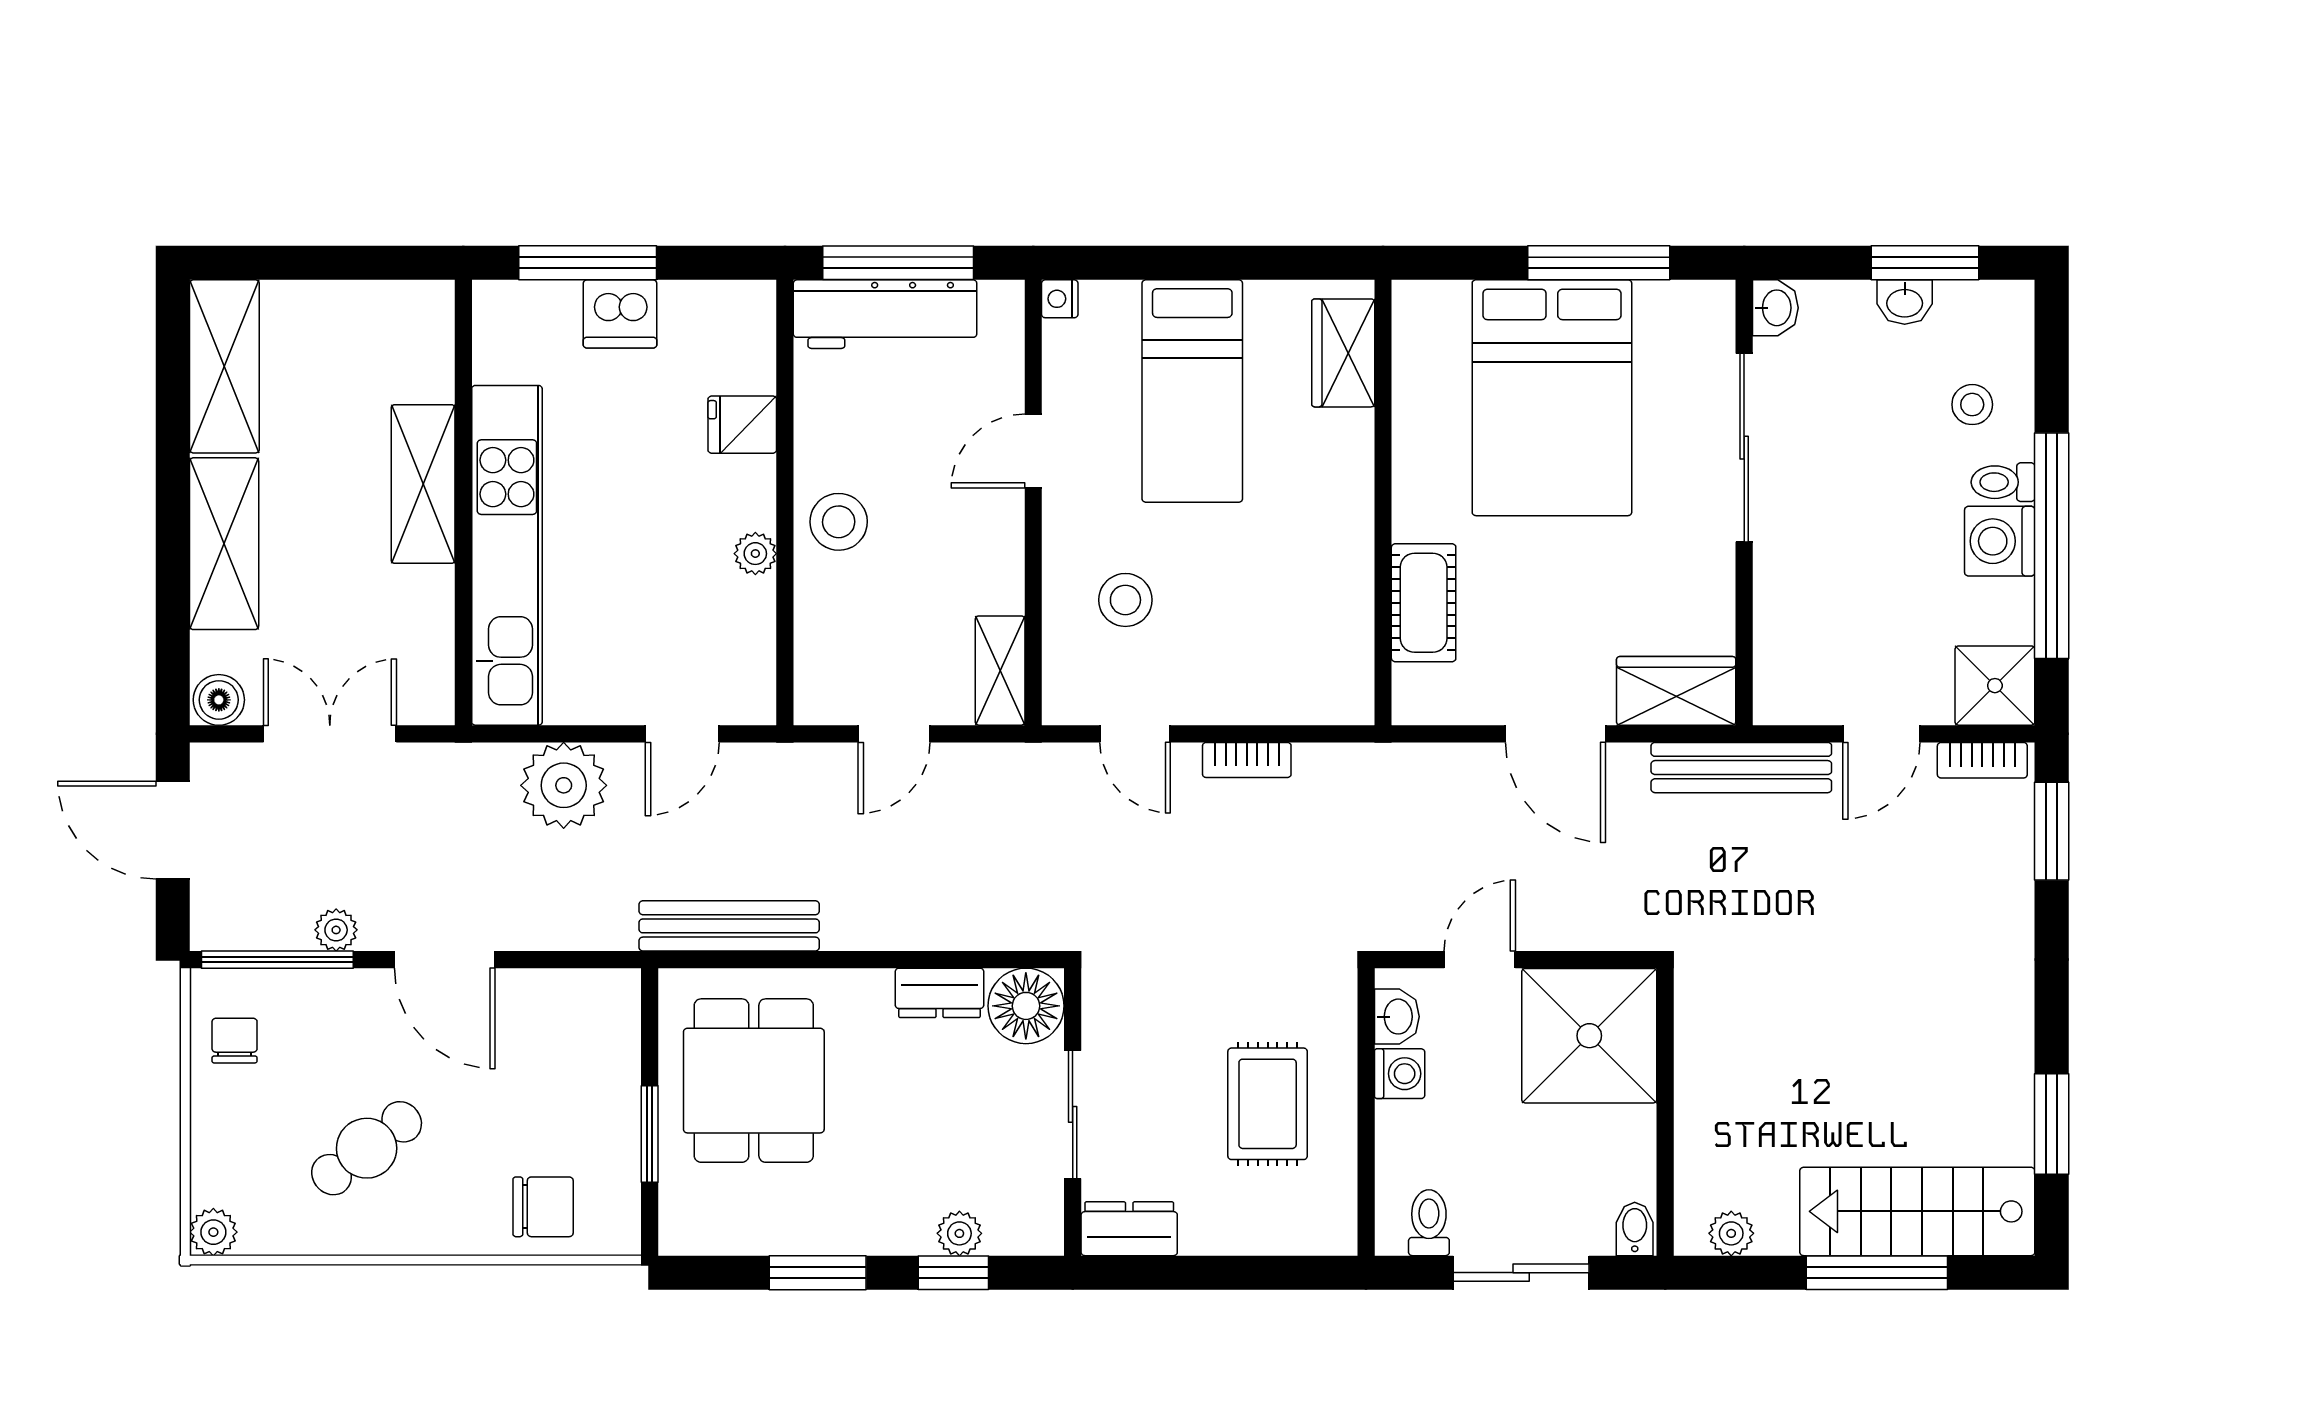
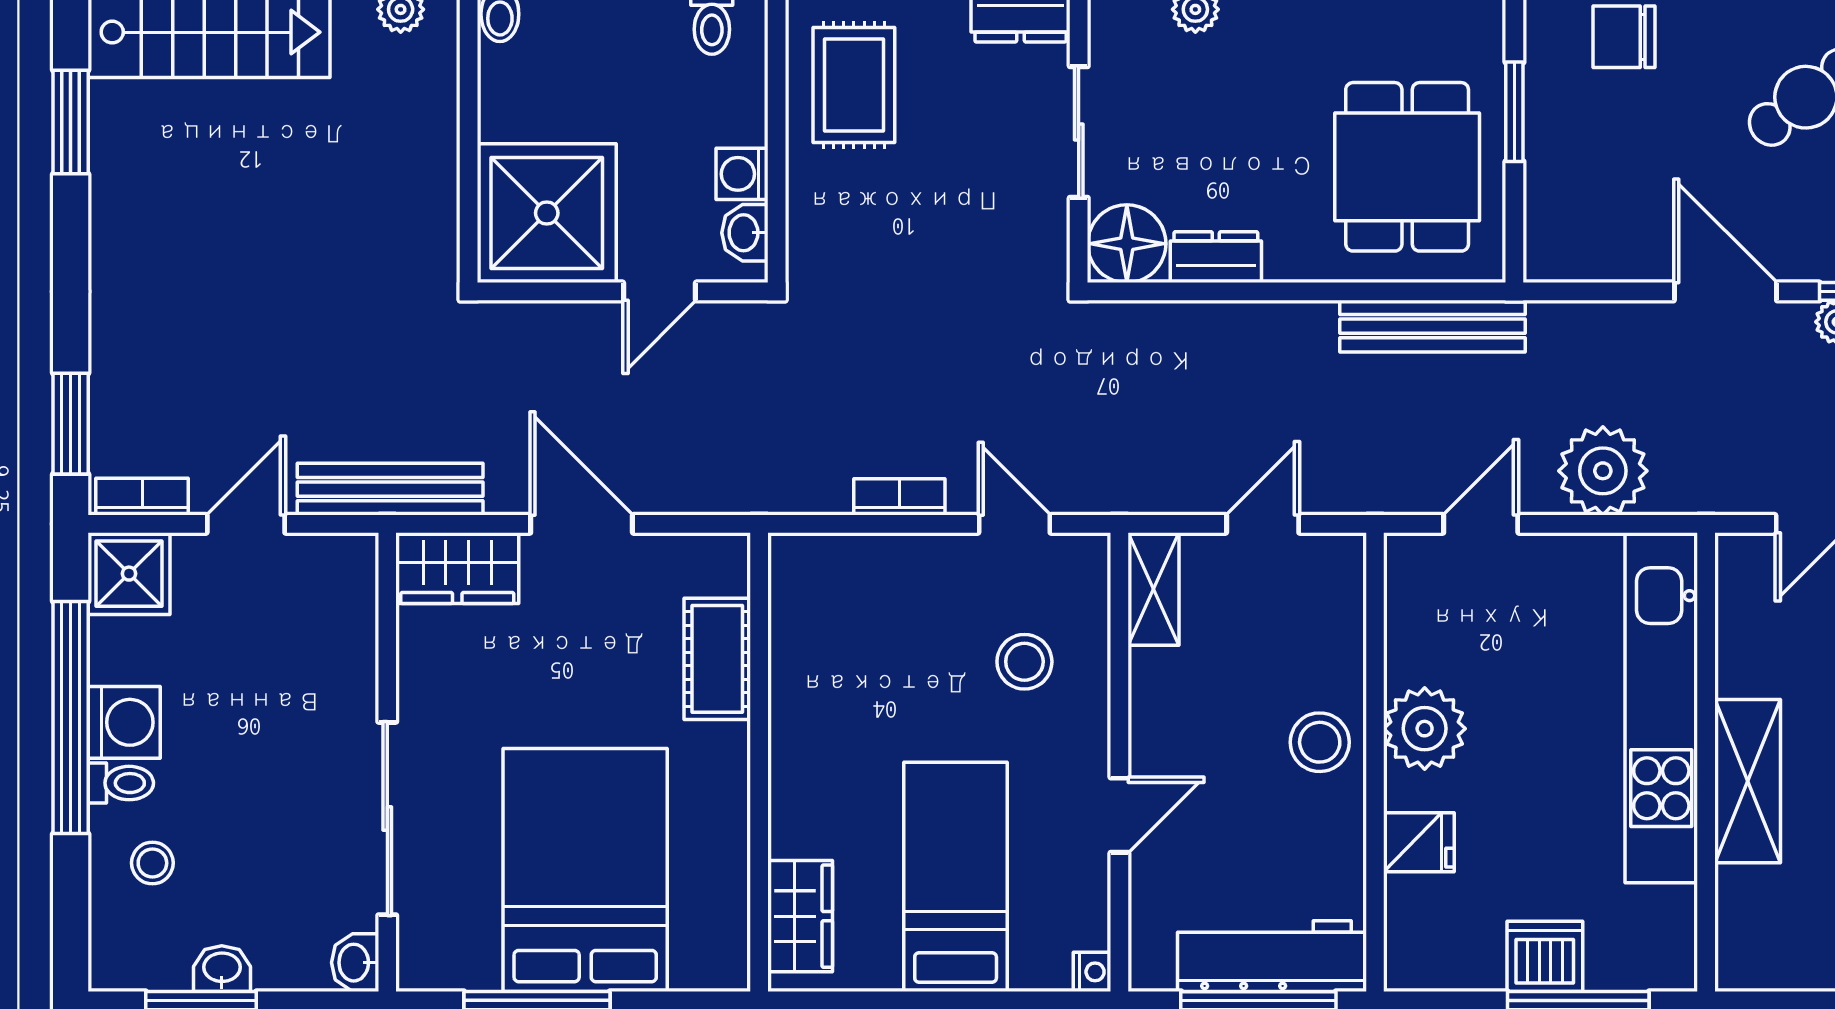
plant: (755, 554) -> (1425, 729), width x1.87, depth x1.87
rug: (1268, 1104) -> (854, 85), moved

